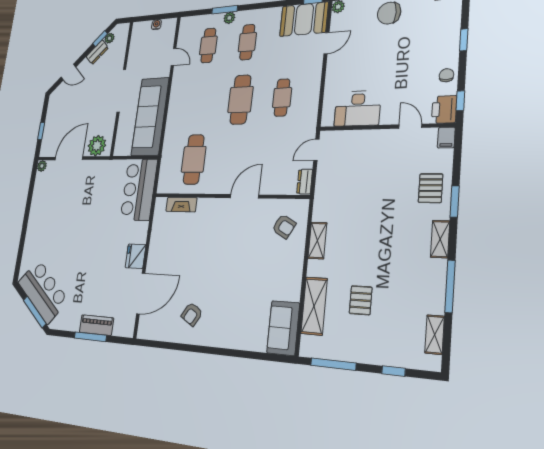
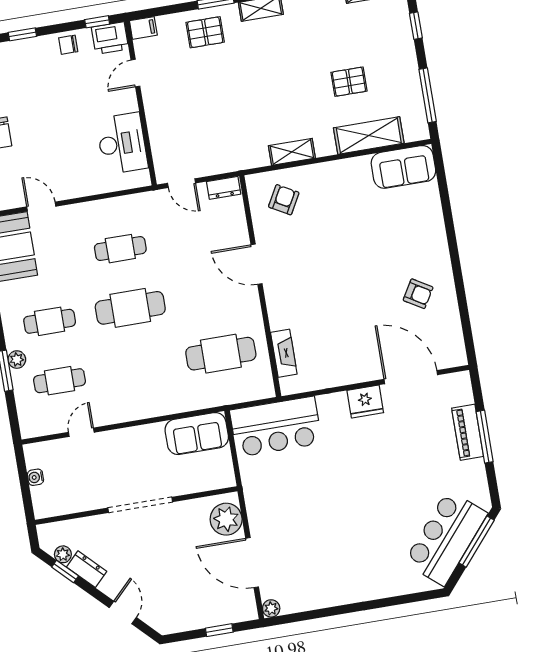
sofa: (150, 117) -> (197, 434), width x0.54, depth x0.79

